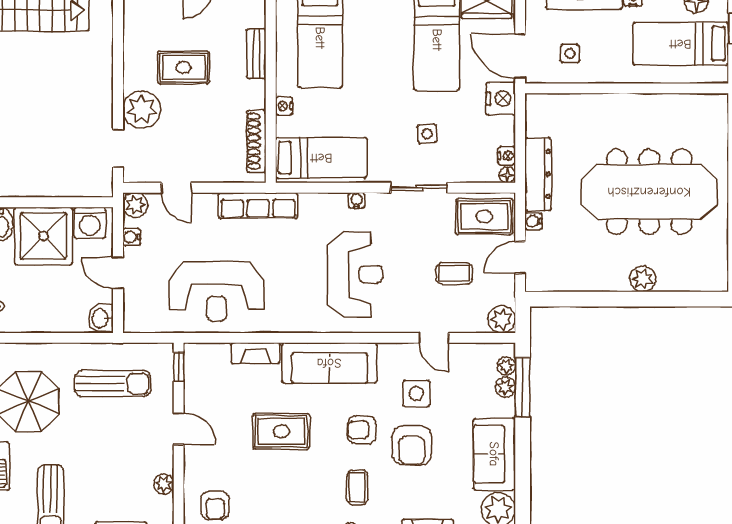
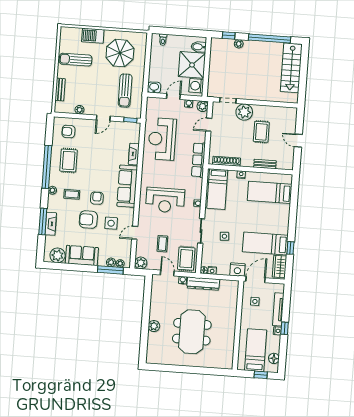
meeting table: (649, 192) -> (192, 332), width x0.73
rug: (281, 431) -> (69, 160), moved

